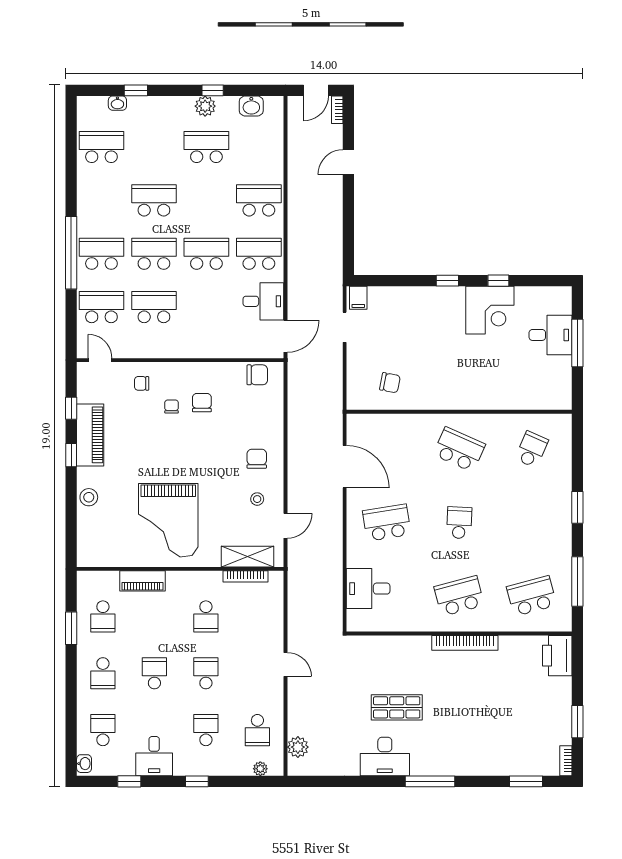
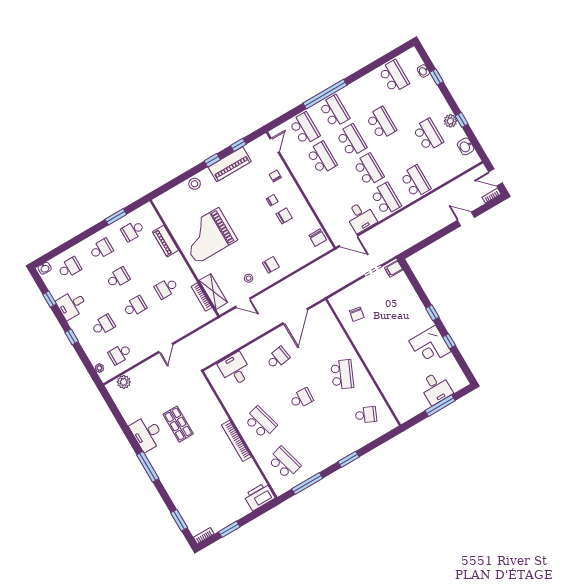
school desk: (387, 523) -> (278, 358), width x0.54
school desk: (103, 673) -> (101, 249), turned 180

